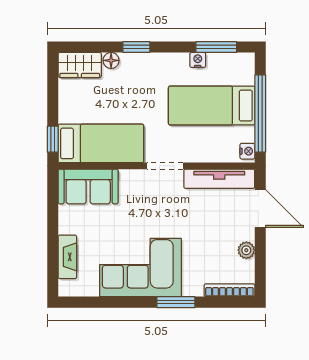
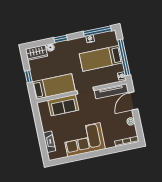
window: (216, 47) -> (97, 31), width x1.44
window: (53, 139) -> (29, 77), moved
sofa: (88, 187) -> (63, 105), moved
door: (260, 209) -> (133, 101), swing flipped
window: (176, 302) -> (103, 152), removed

